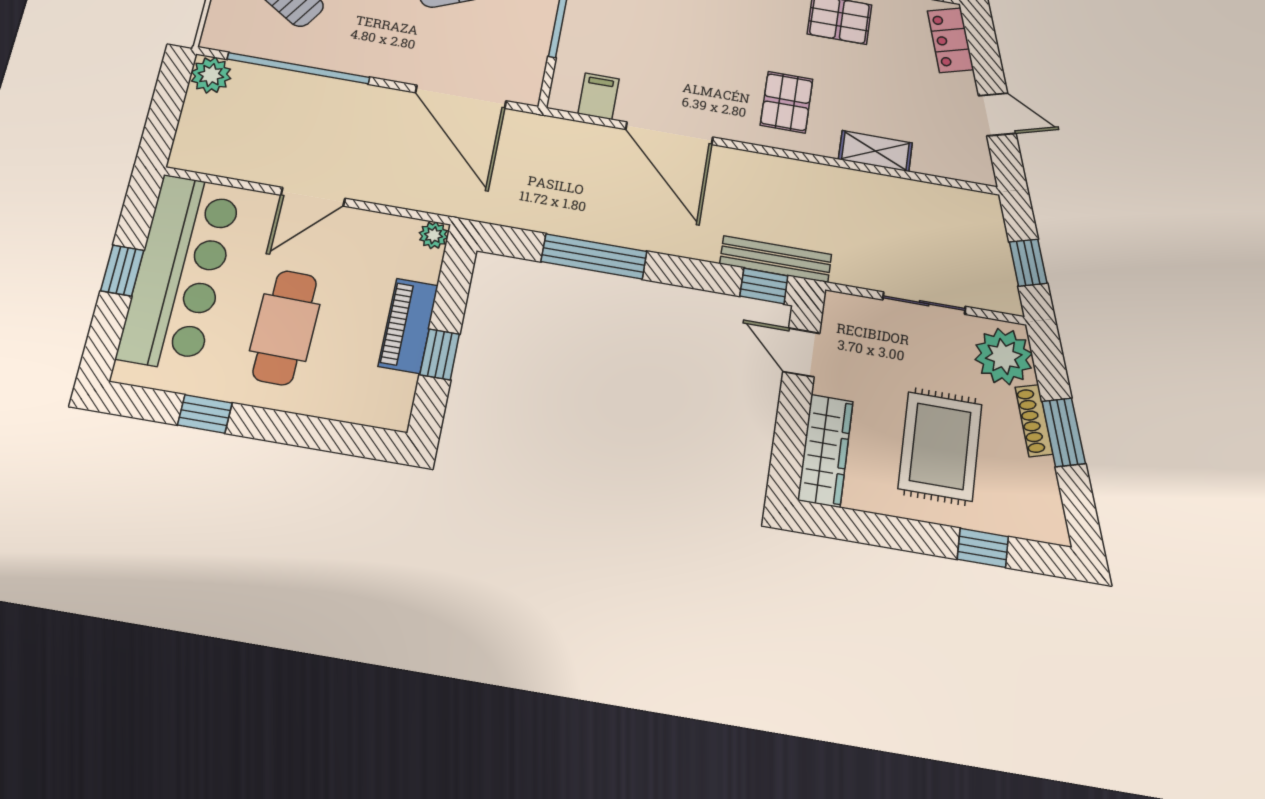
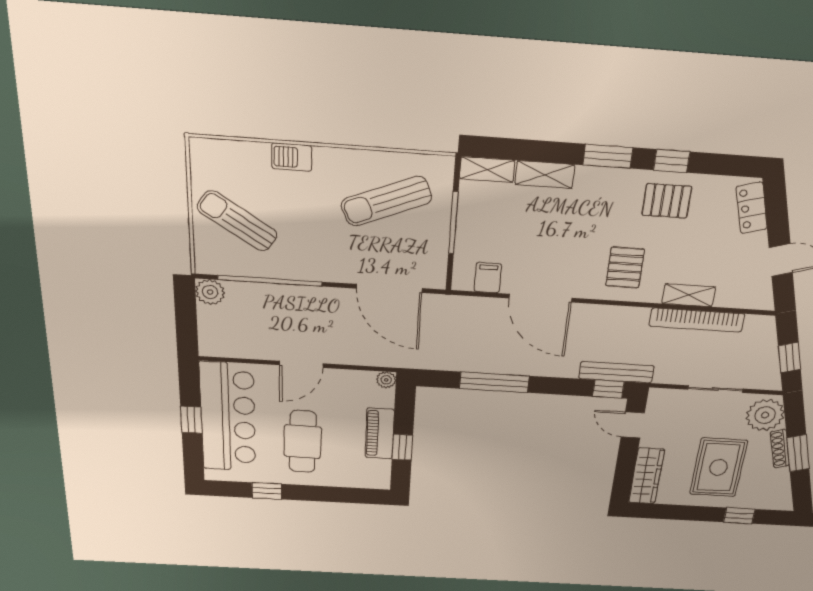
bookcase: (889, 189) -> (697, 320), added

